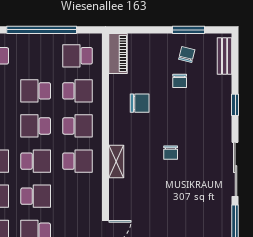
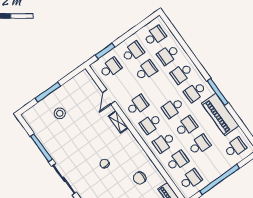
school desk: (78, 91) -> (177, 161), turned 180
shelving: (116, 161) -> (118, 122), moved
school desk: (36, 196) -> (137, 105), moved, turned 180

